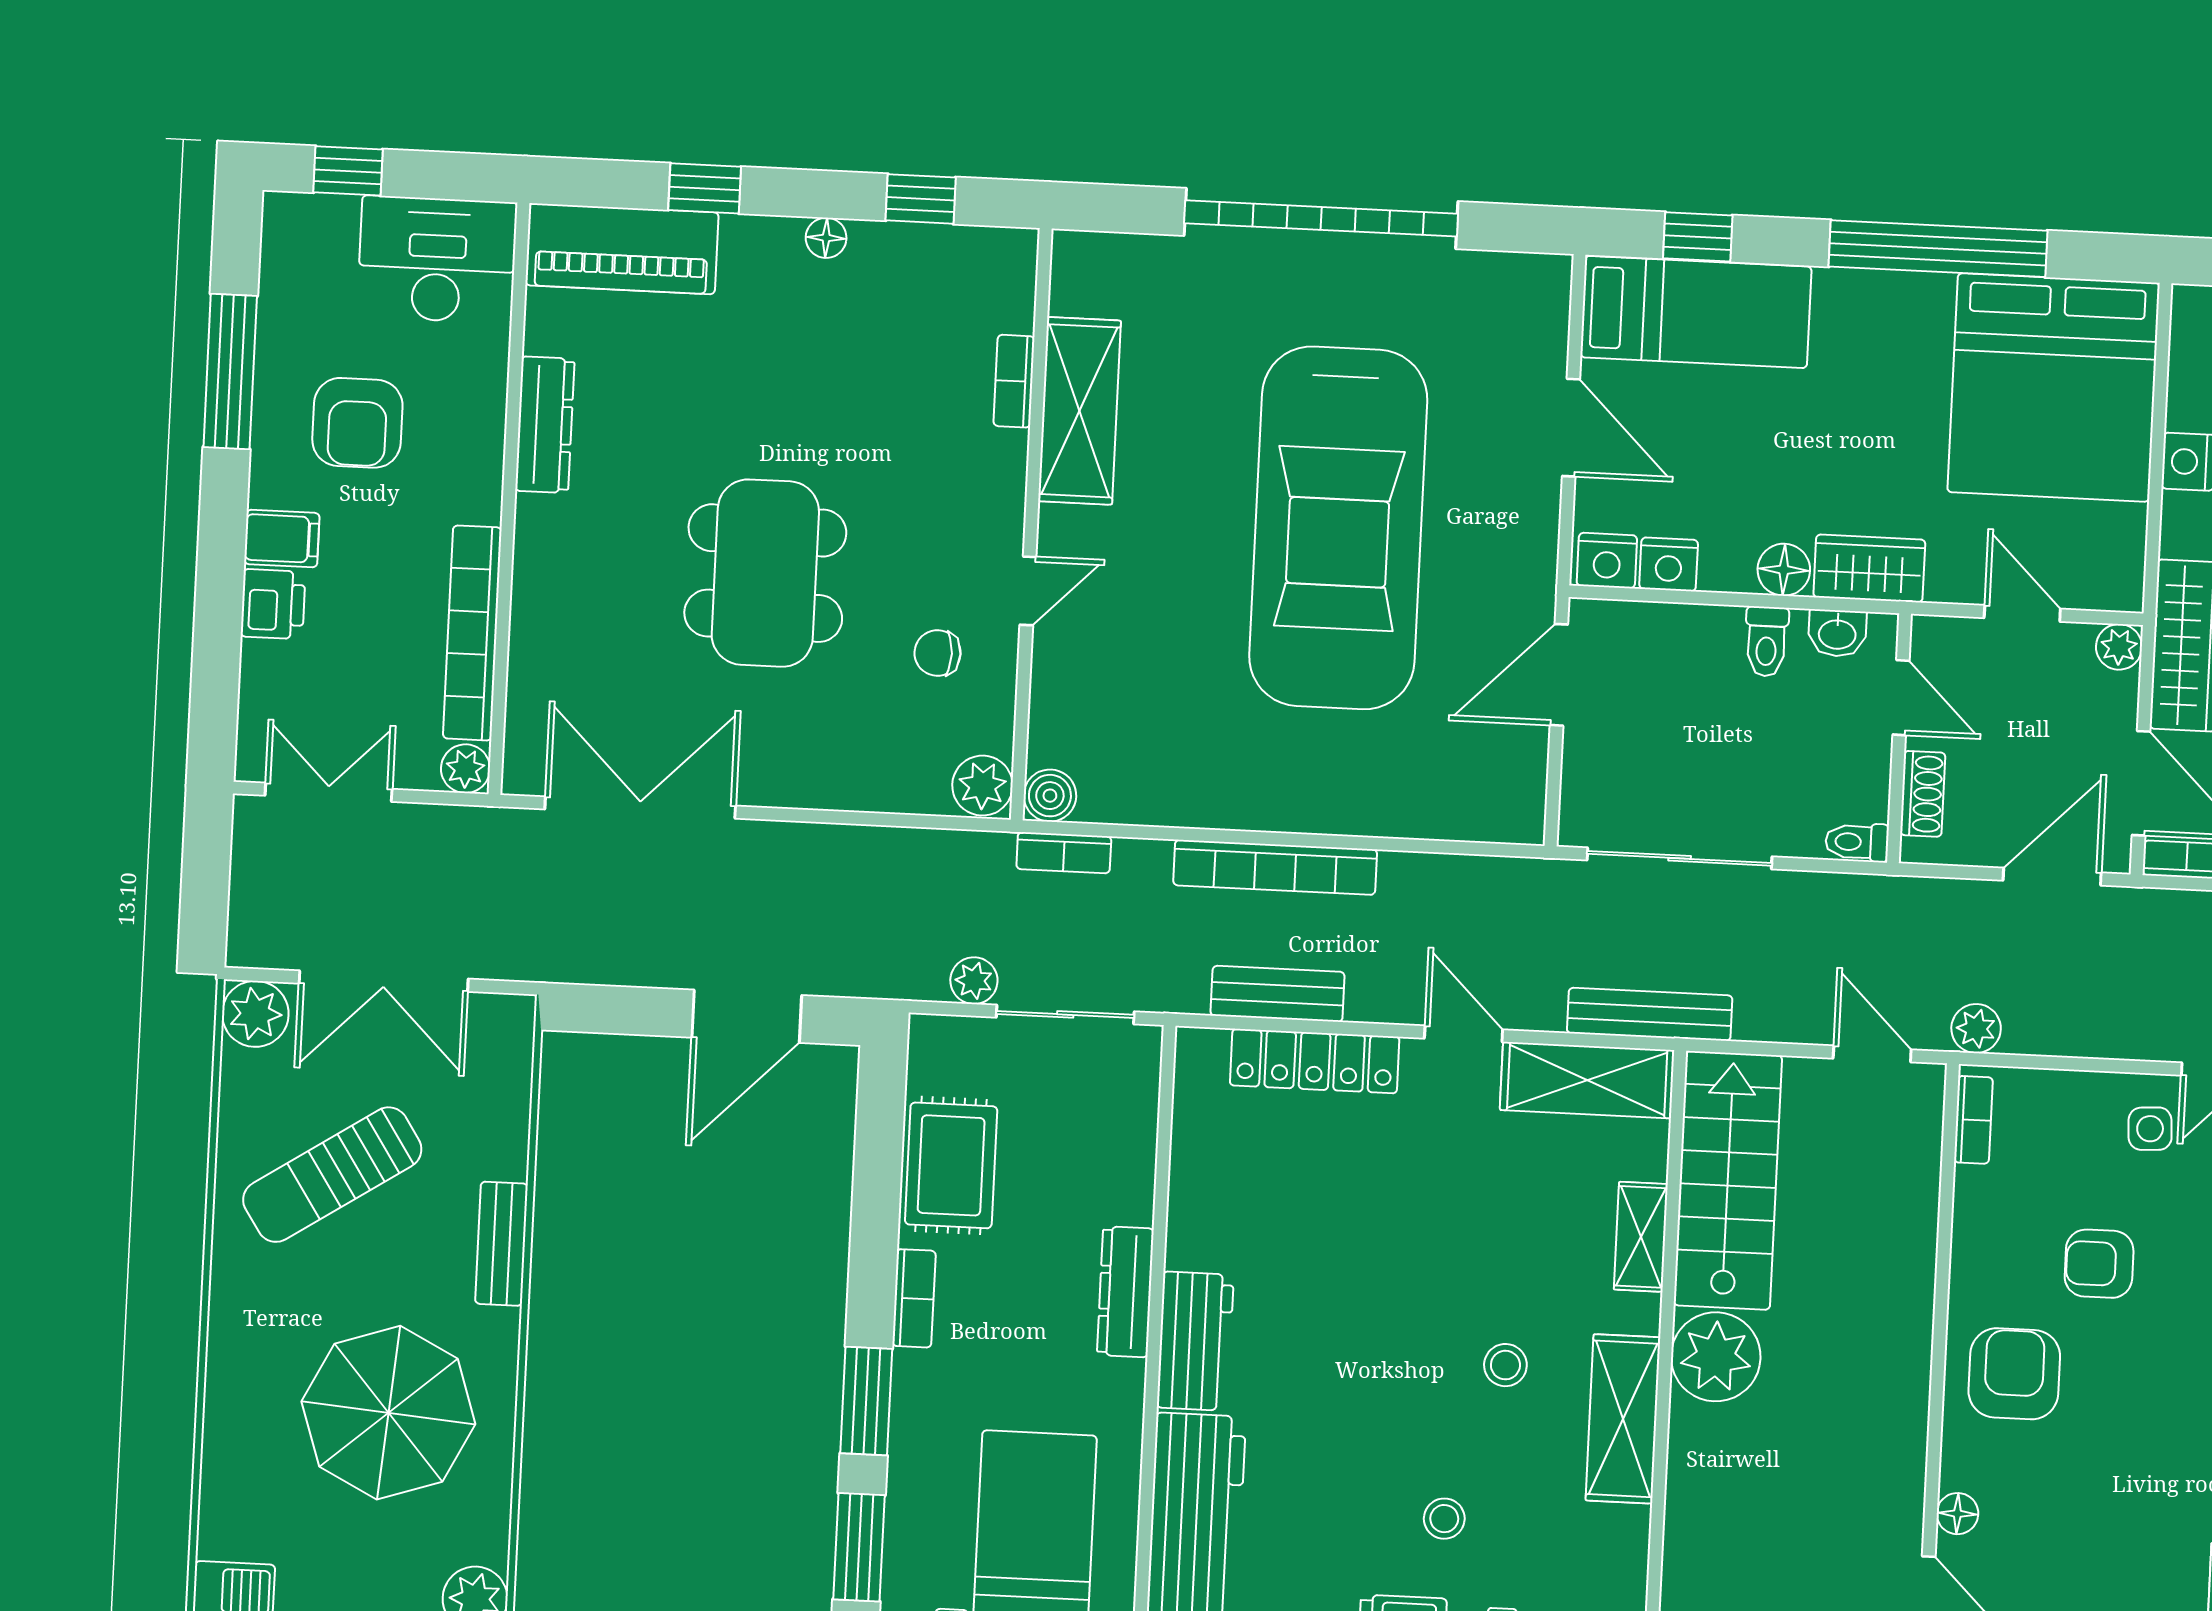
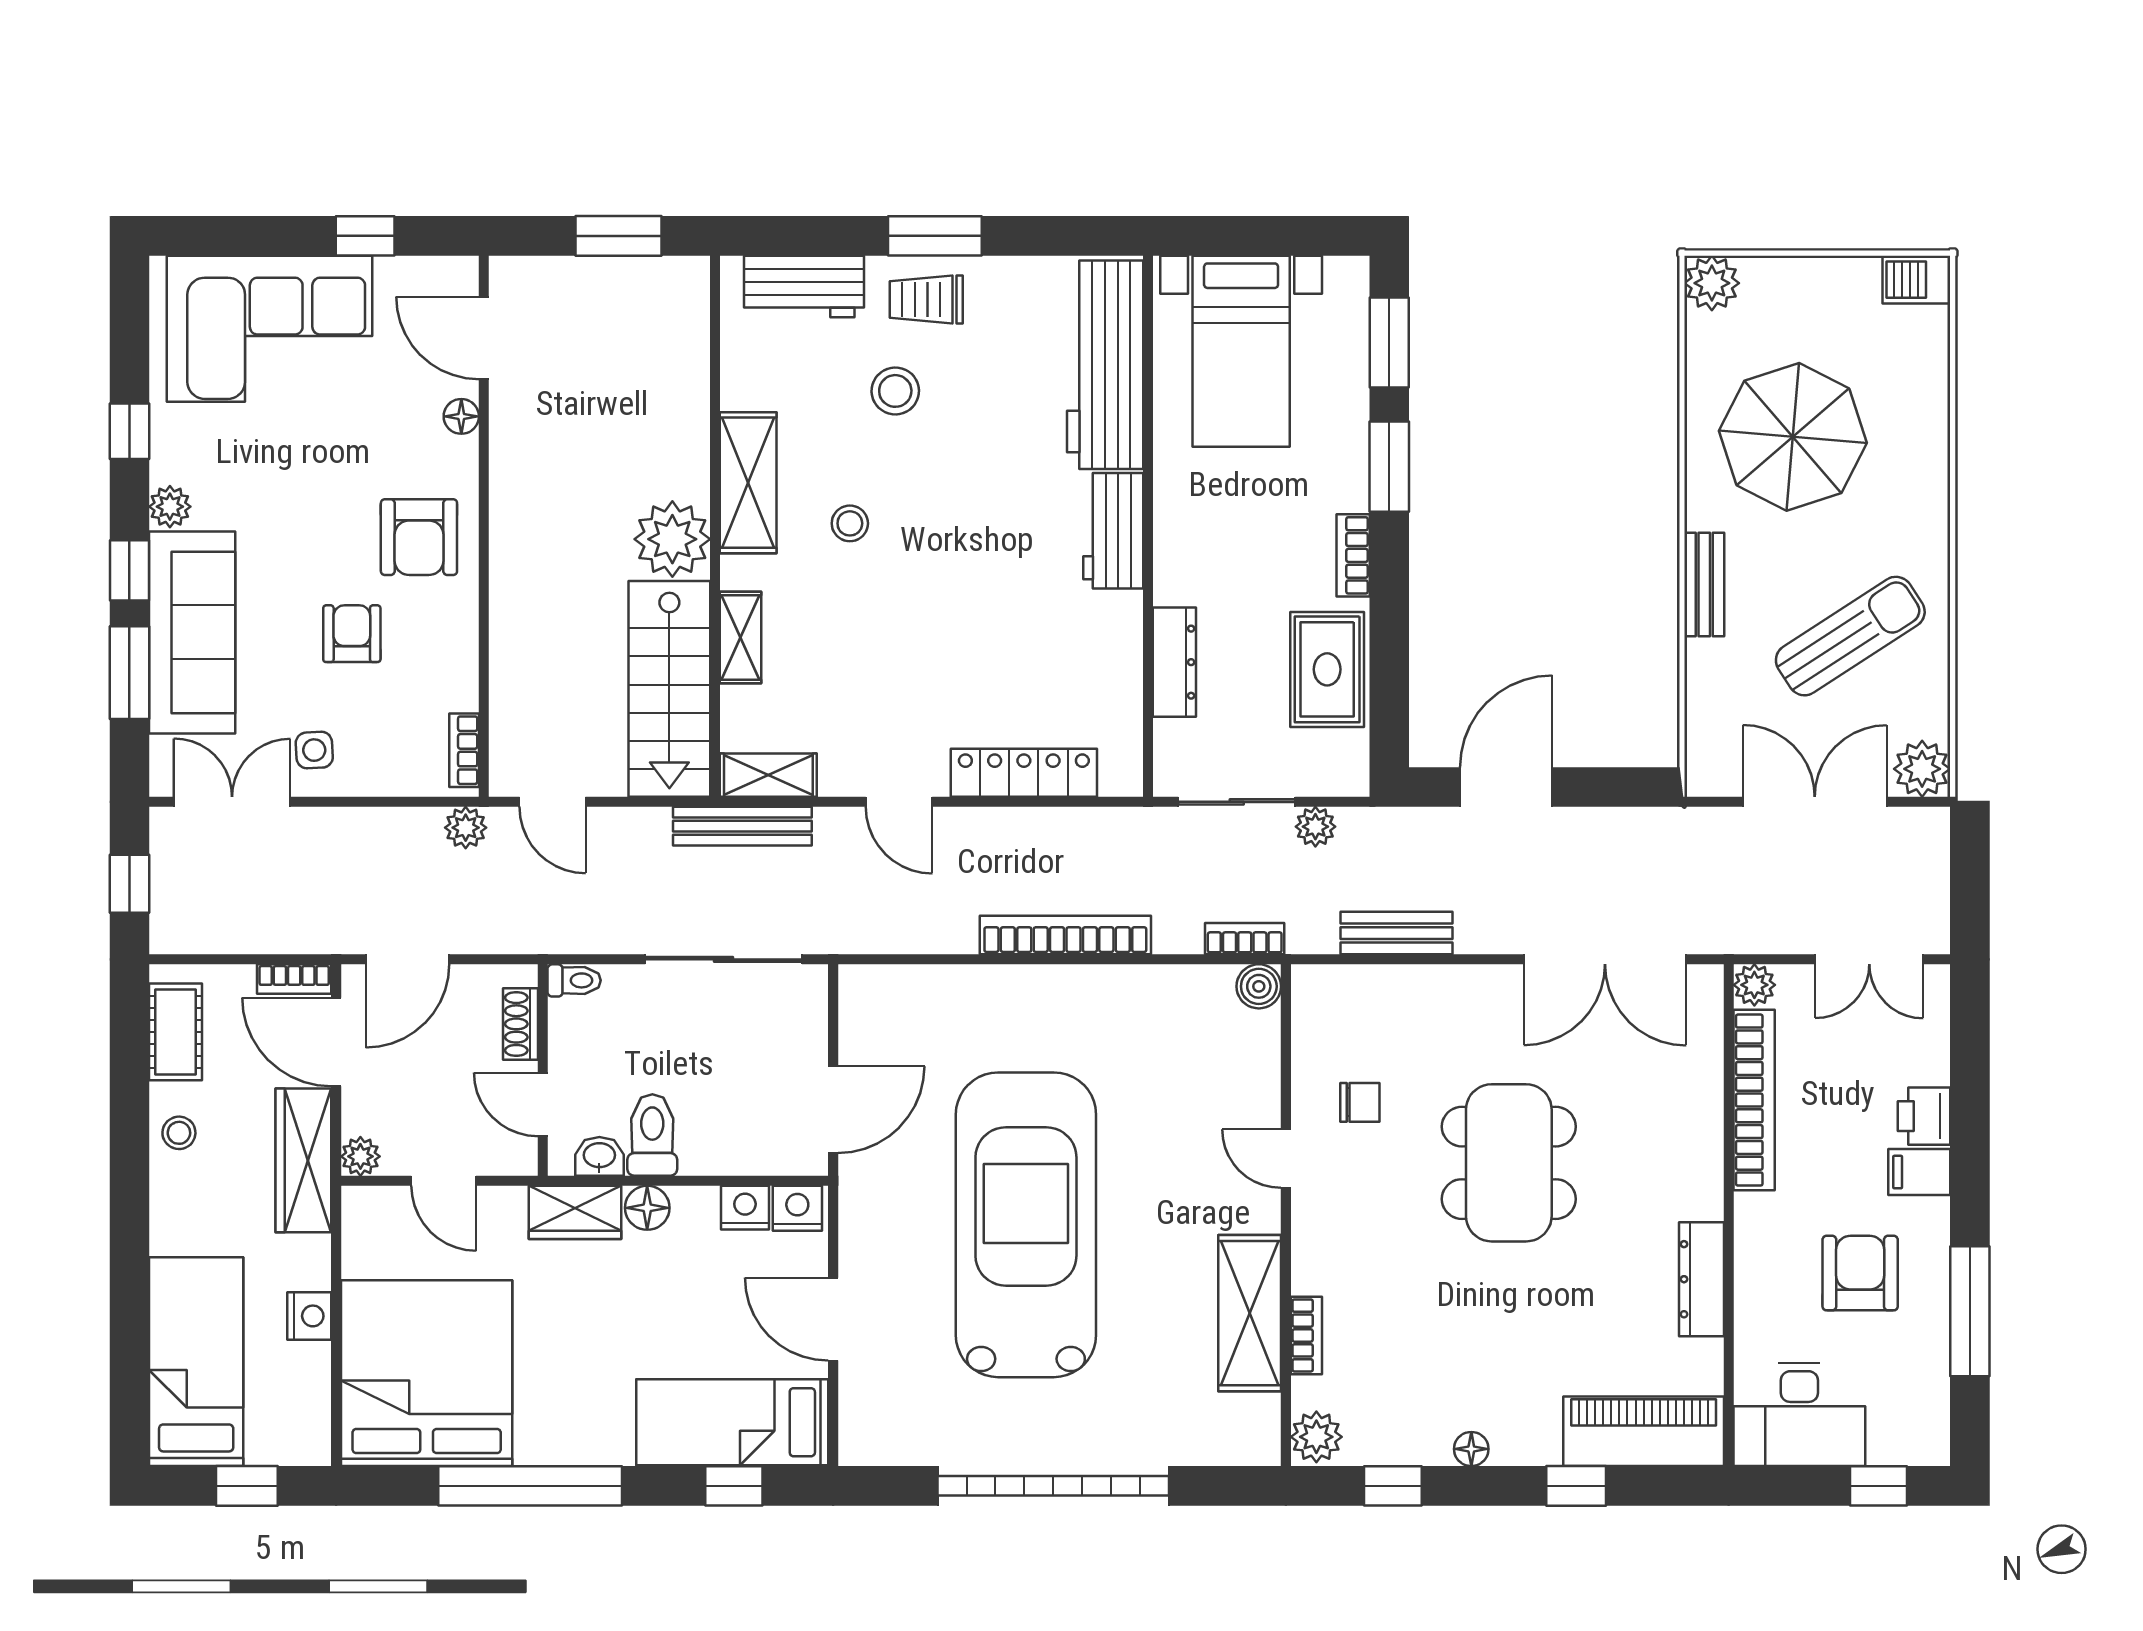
door: (1028, 591) -> (1286, 1159), hinge flipped
toilet: (1766, 641) -> (652, 1135), width x1.37, depth x1.39
plant: (982, 786) -> (1316, 1437), moved
bench: (1278, 994) -> (1397, 933), moved
shelving: (1587, 1080) -> (768, 775), width x0.67, depth x0.75
armchair: (2099, 1264) -> (352, 634), turned -90
dresser: (1125, 1292) -> (1174, 662), moved
stool: (1444, 1519) -> (895, 391), width x1.37, depth x1.37

